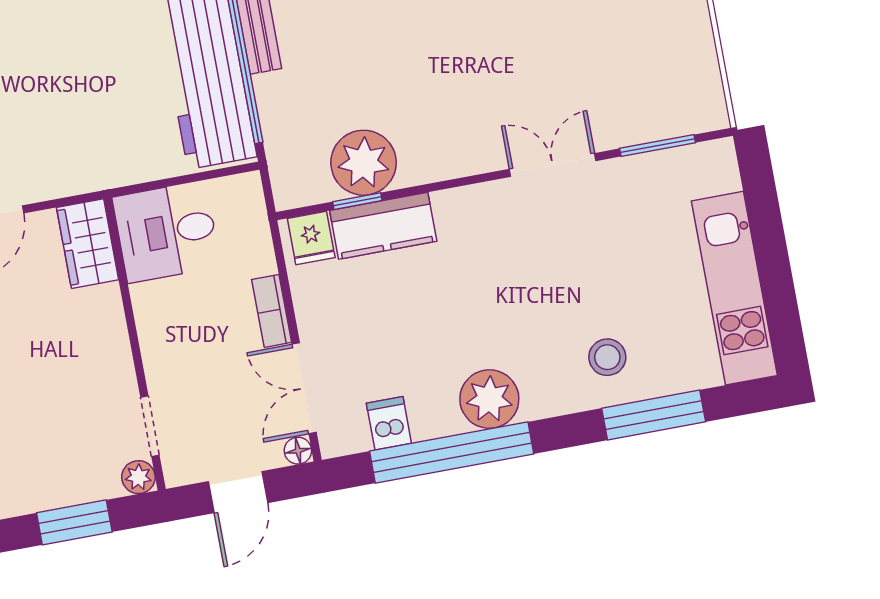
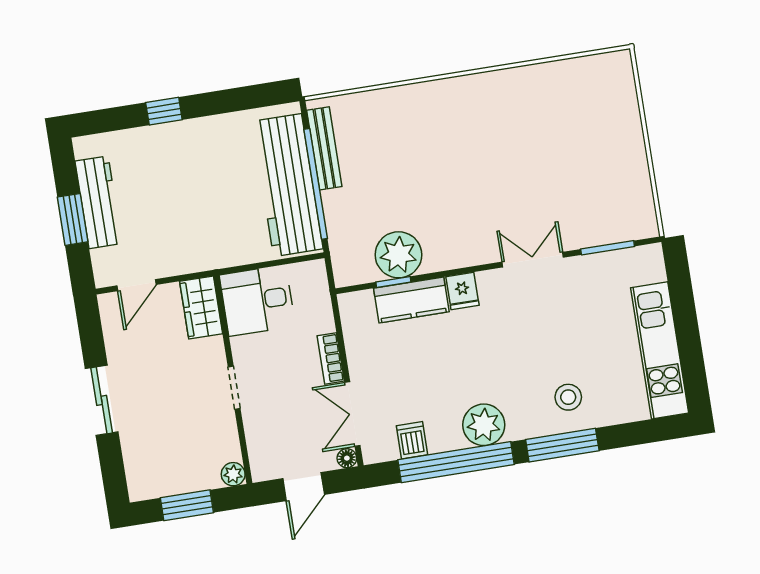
fridge: (311, 238) -> (462, 291), moved
window: (654, 415) -> (562, 445), moved
doorway: (150, 426) -> (234, 388), moved

